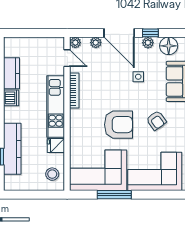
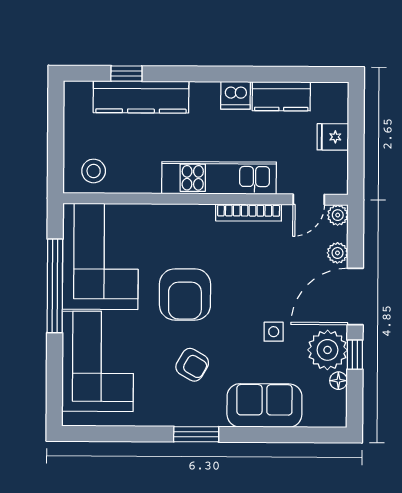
plant: (148, 43) -> (328, 350), width x1.87, depth x1.87
floor lamp: (169, 46) -> (338, 381), width x0.53, depth x0.53
armchair: (156, 120) -> (192, 365), turned -114
fridge: (56, 145) -> (333, 137), moved, turned -90
window: (114, 195) -> (55, 286), width x1.46

